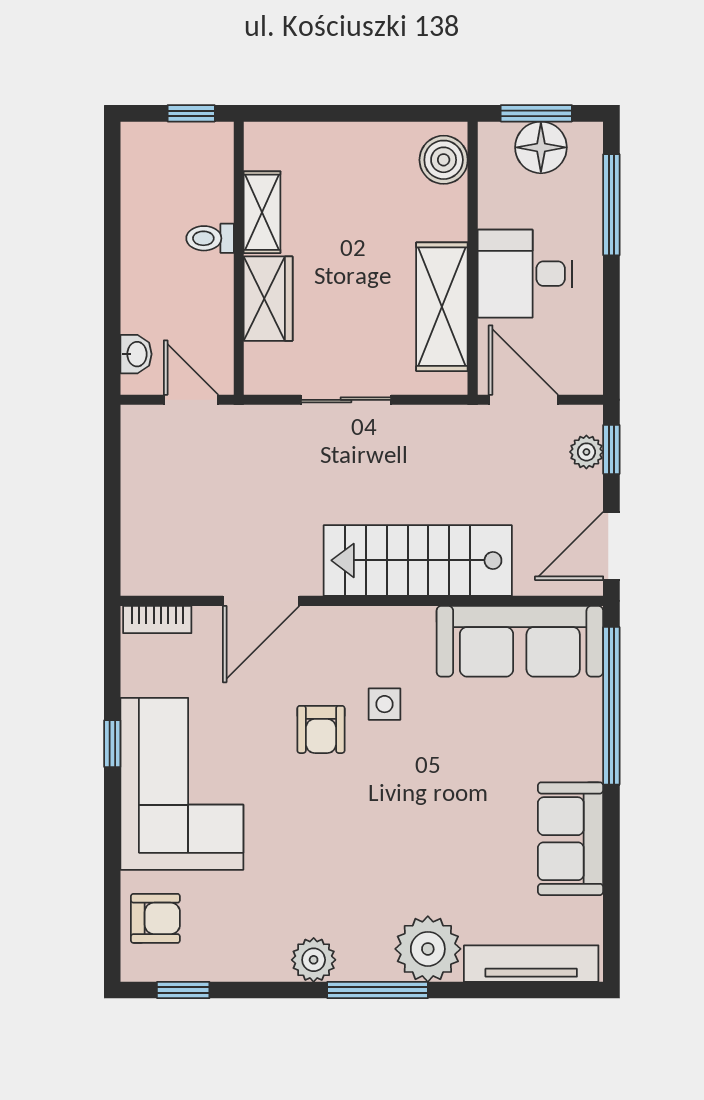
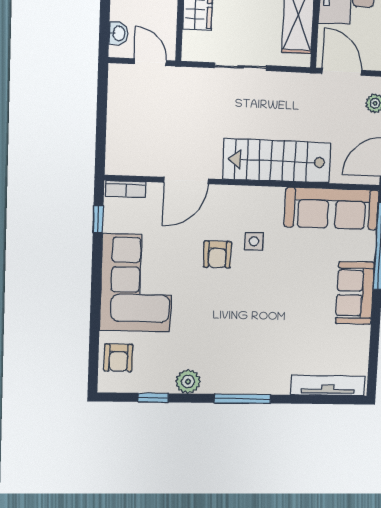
window: (112, 744) -> (98, 219), moved
sofa: (571, 839) -> (355, 293), moved
armchair: (155, 918) -> (118, 358), turned 90
plant: (428, 949) -> (272, 377), removed
plant: (314, 960) -> (188, 382), moved
window: (183, 990) -> (153, 398), moved

